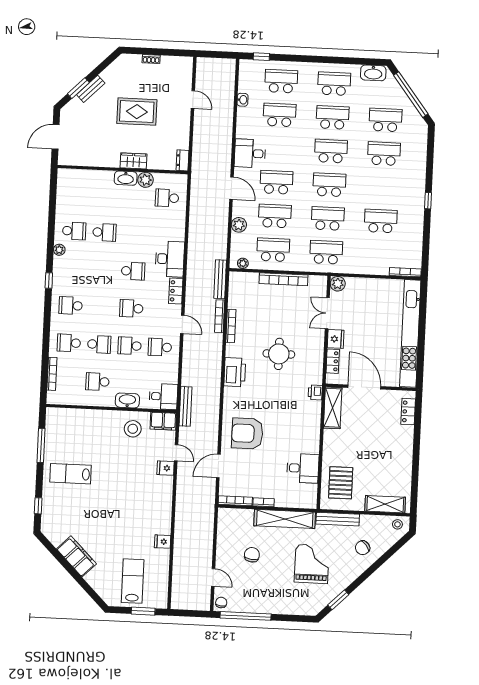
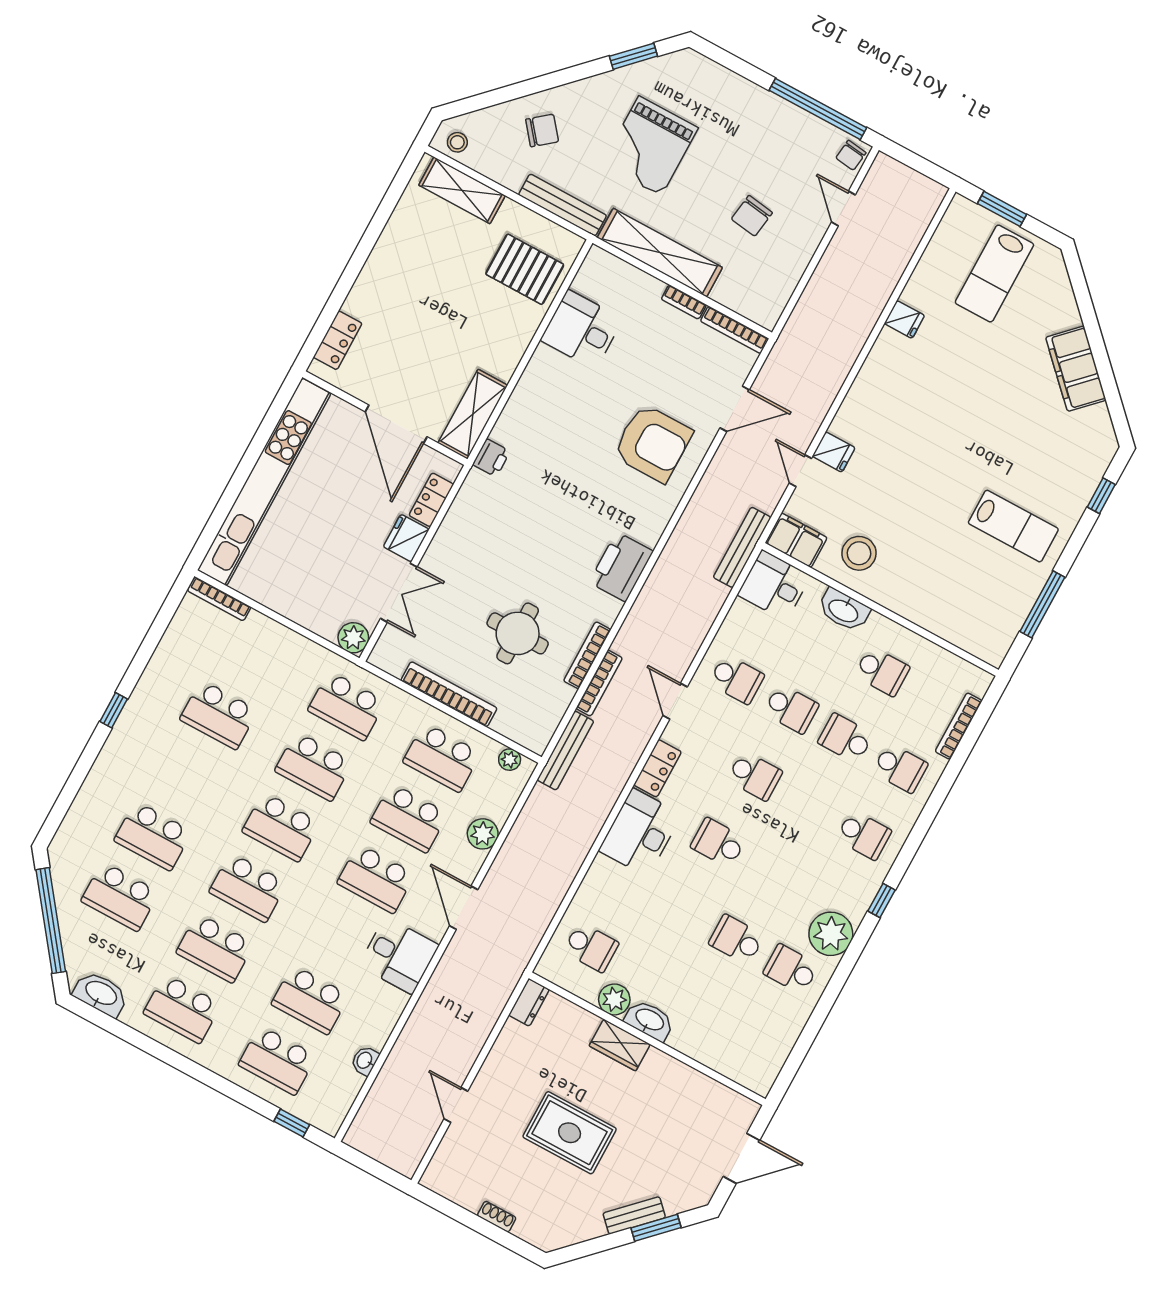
plant: (59, 250) -> (831, 934), width x1.88, depth x1.88
round table: (279, 354) -> (518, 633), moved
pallet: (341, 483) -> (525, 269), turned 90

